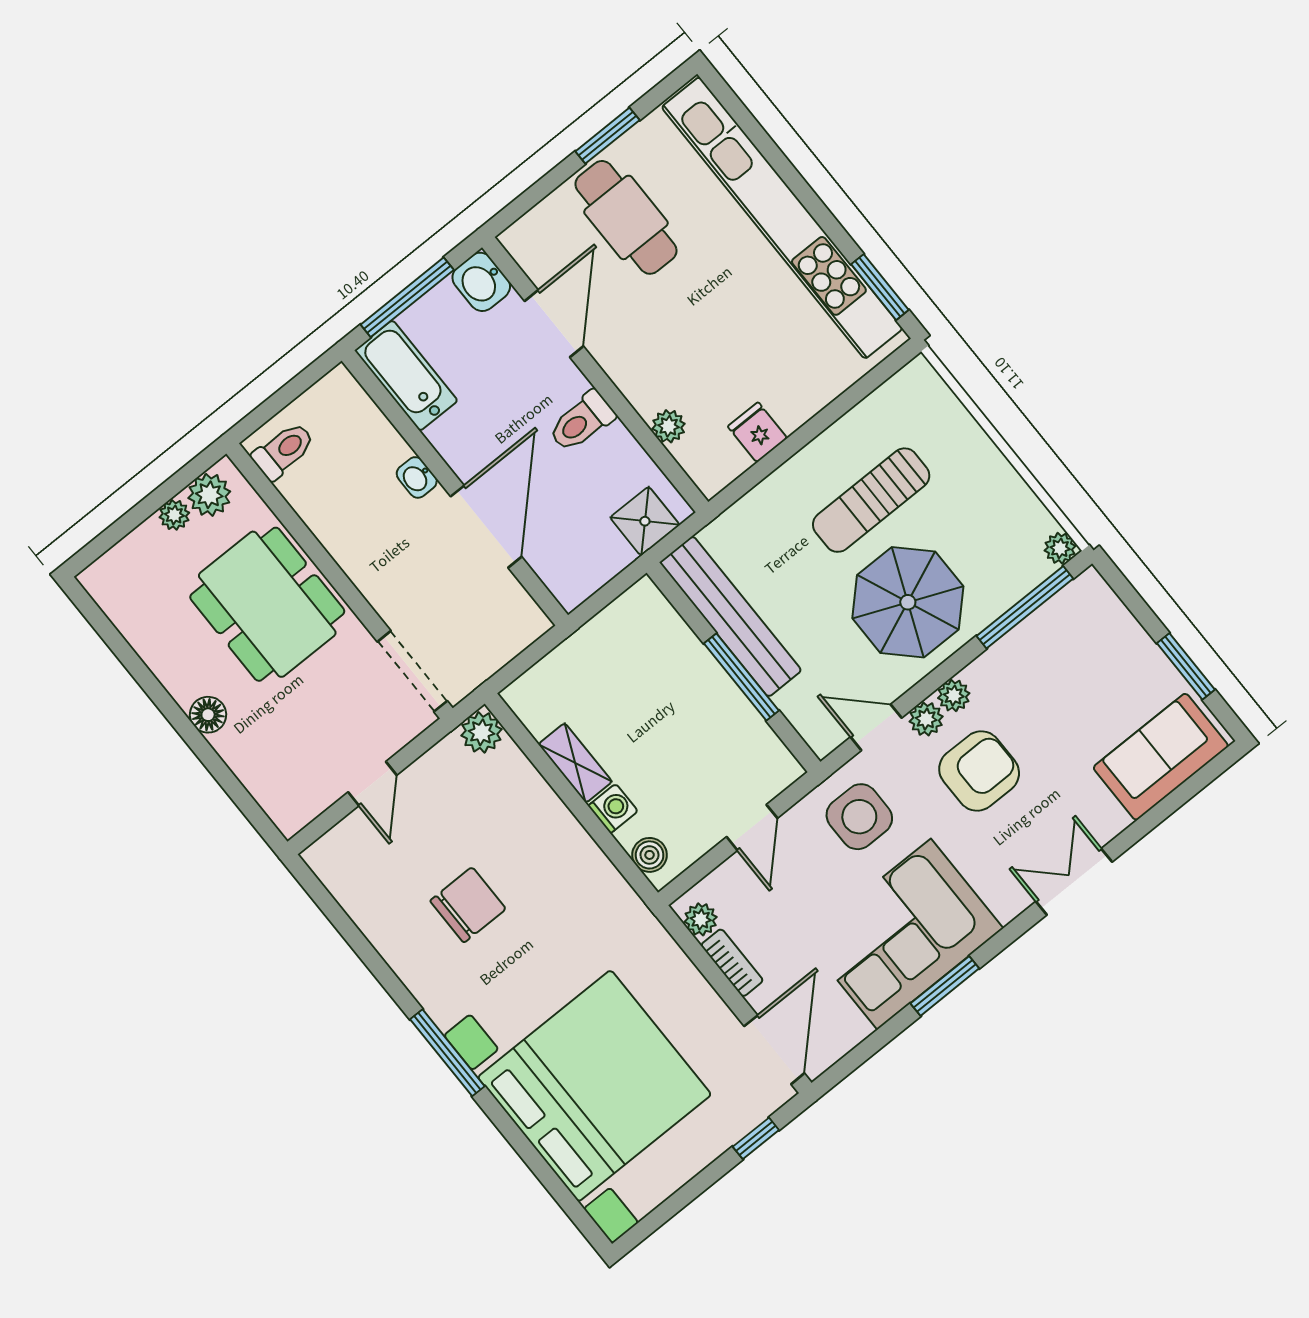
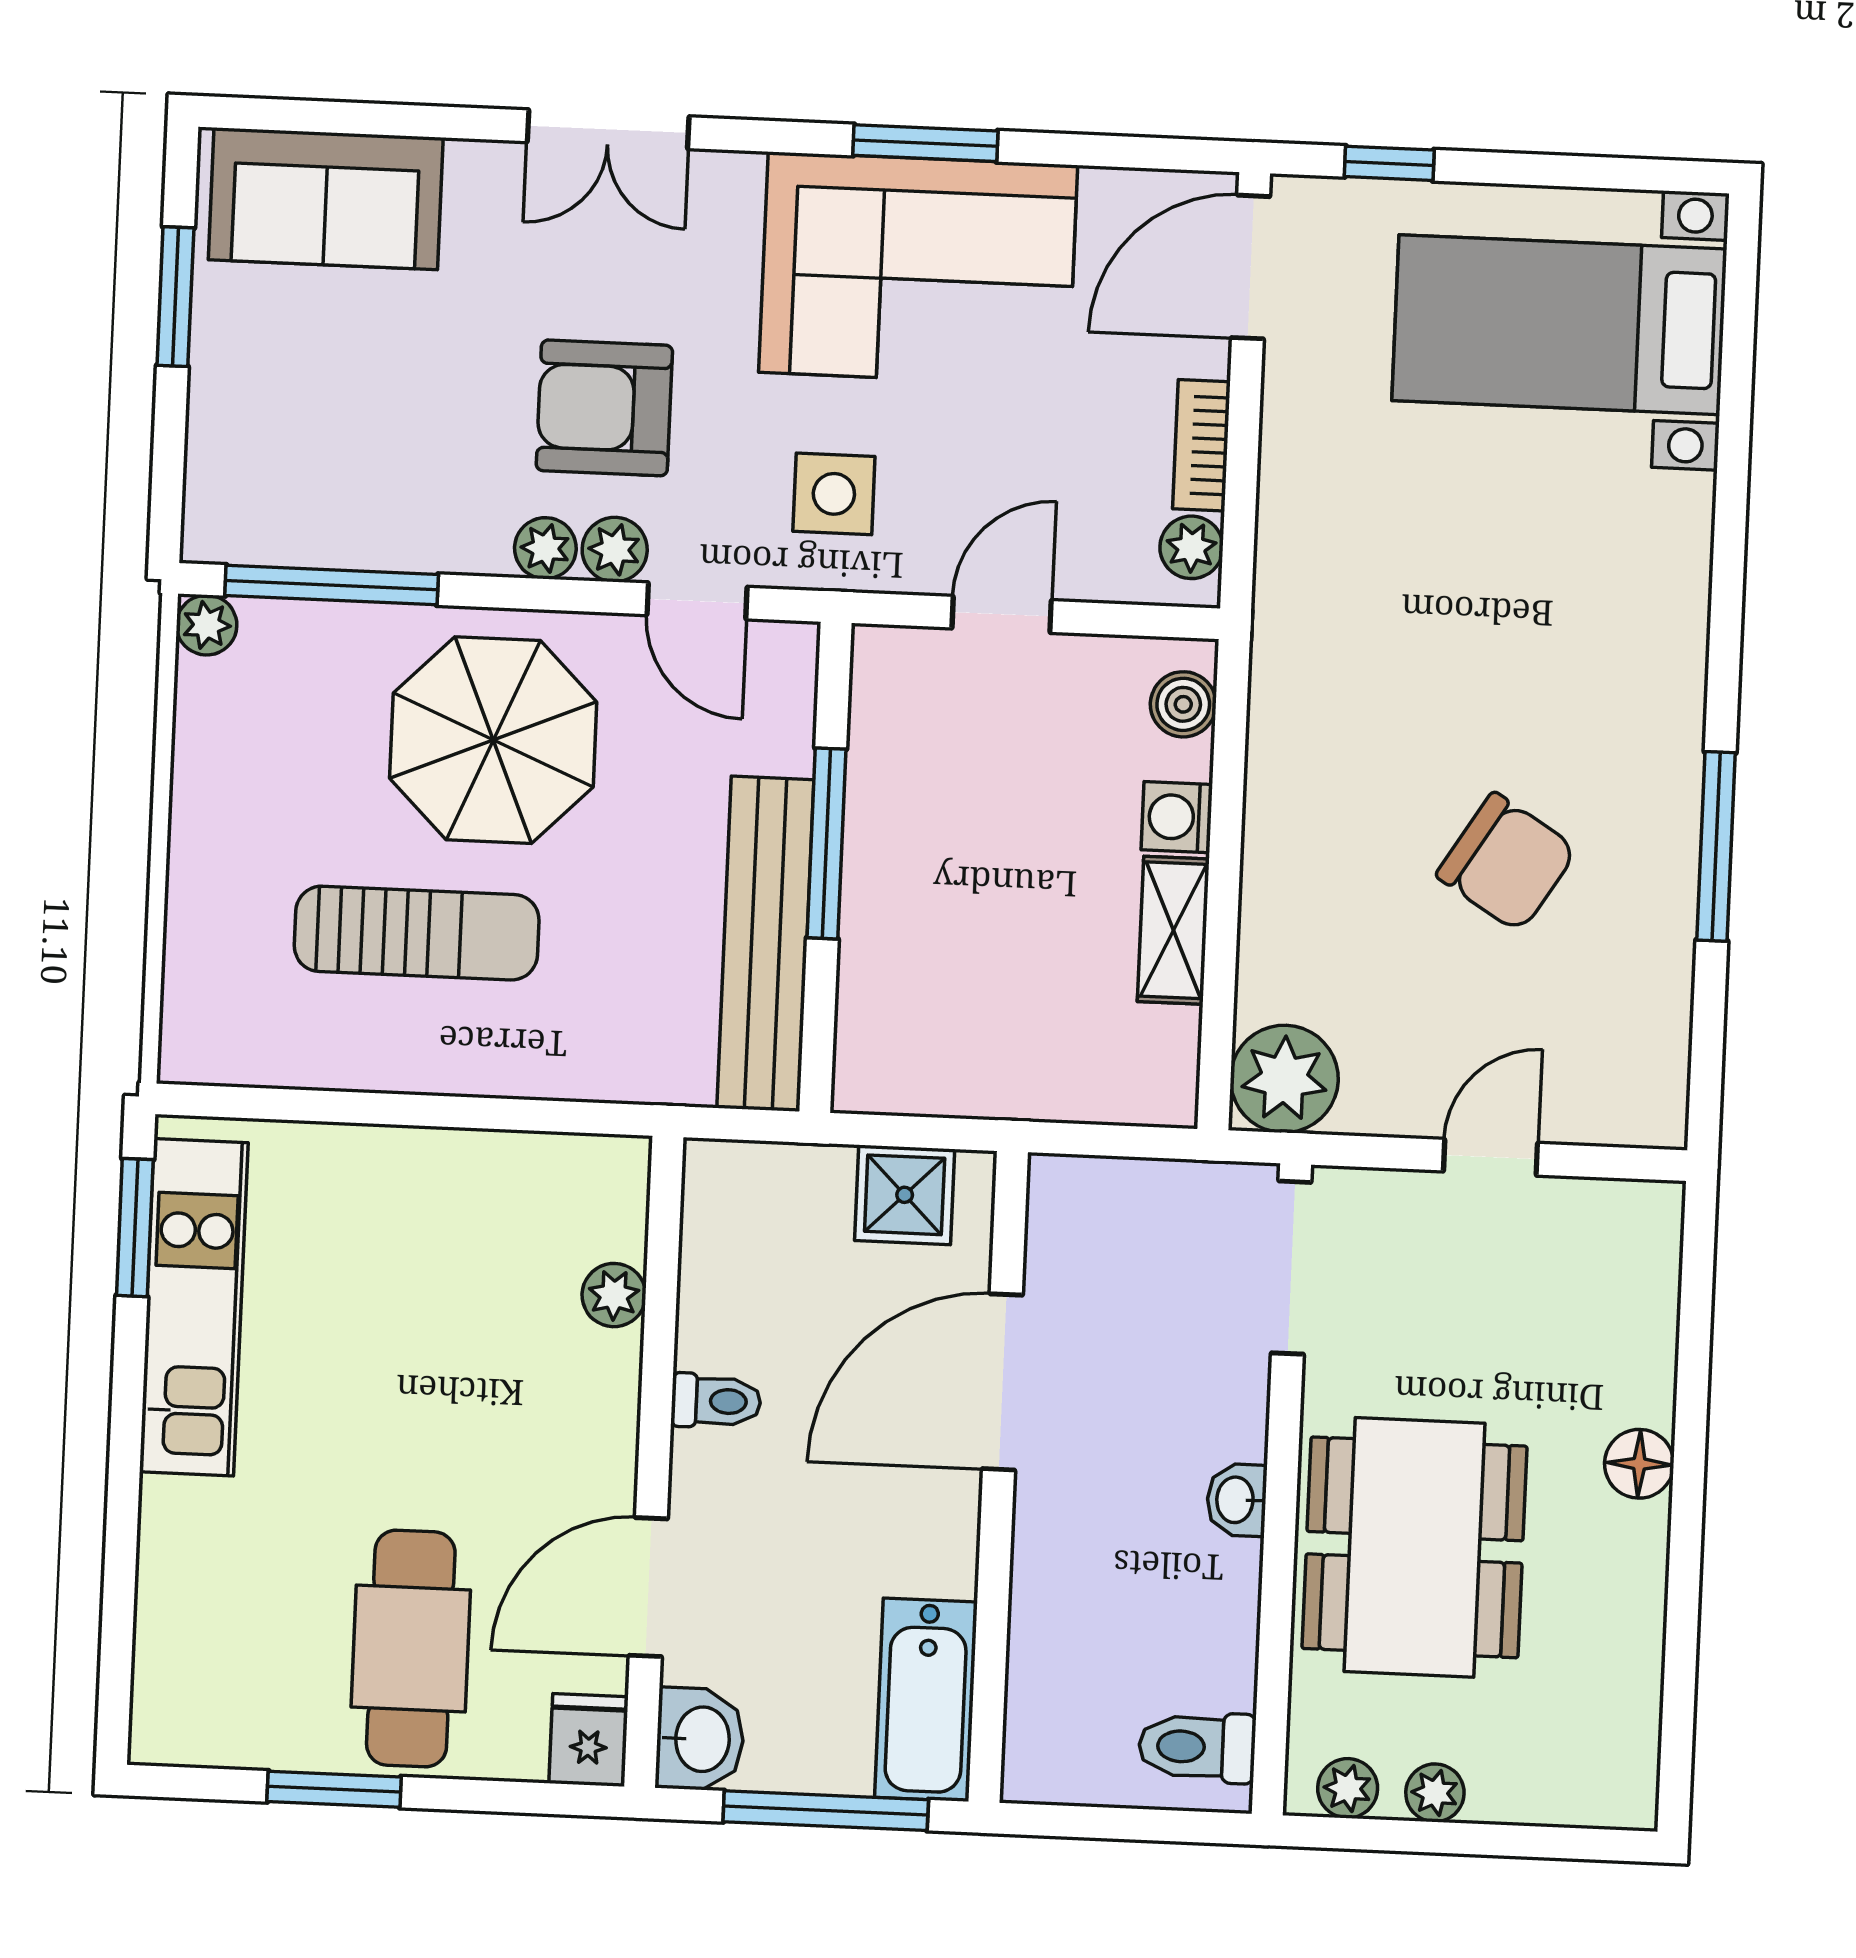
kitchen unit: (782, 218) -> (194, 1307), width x0.54
toilet: (582, 422) -> (716, 1401), width x0.73, depth x0.72
fridge: (757, 432) -> (589, 1740), moved, turned 180
washbasin: (417, 477) -> (1237, 1500), moved, turned 180
plant: (209, 495) -> (1348, 1788), width x0.73, depth x0.73
shower: (645, 521) -> (905, 1195), moved
plant: (481, 732) -> (1284, 1079), width x1.36, depth x1.36
side table: (859, 817) -> (834, 494), width x0.73, depth x0.73
chair: (468, 905) -> (1507, 862), turned -148
window: (447, 1053) -> (1716, 846), moved
bed with nightstands: (594, 1086) -> (1559, 325), width x0.54

